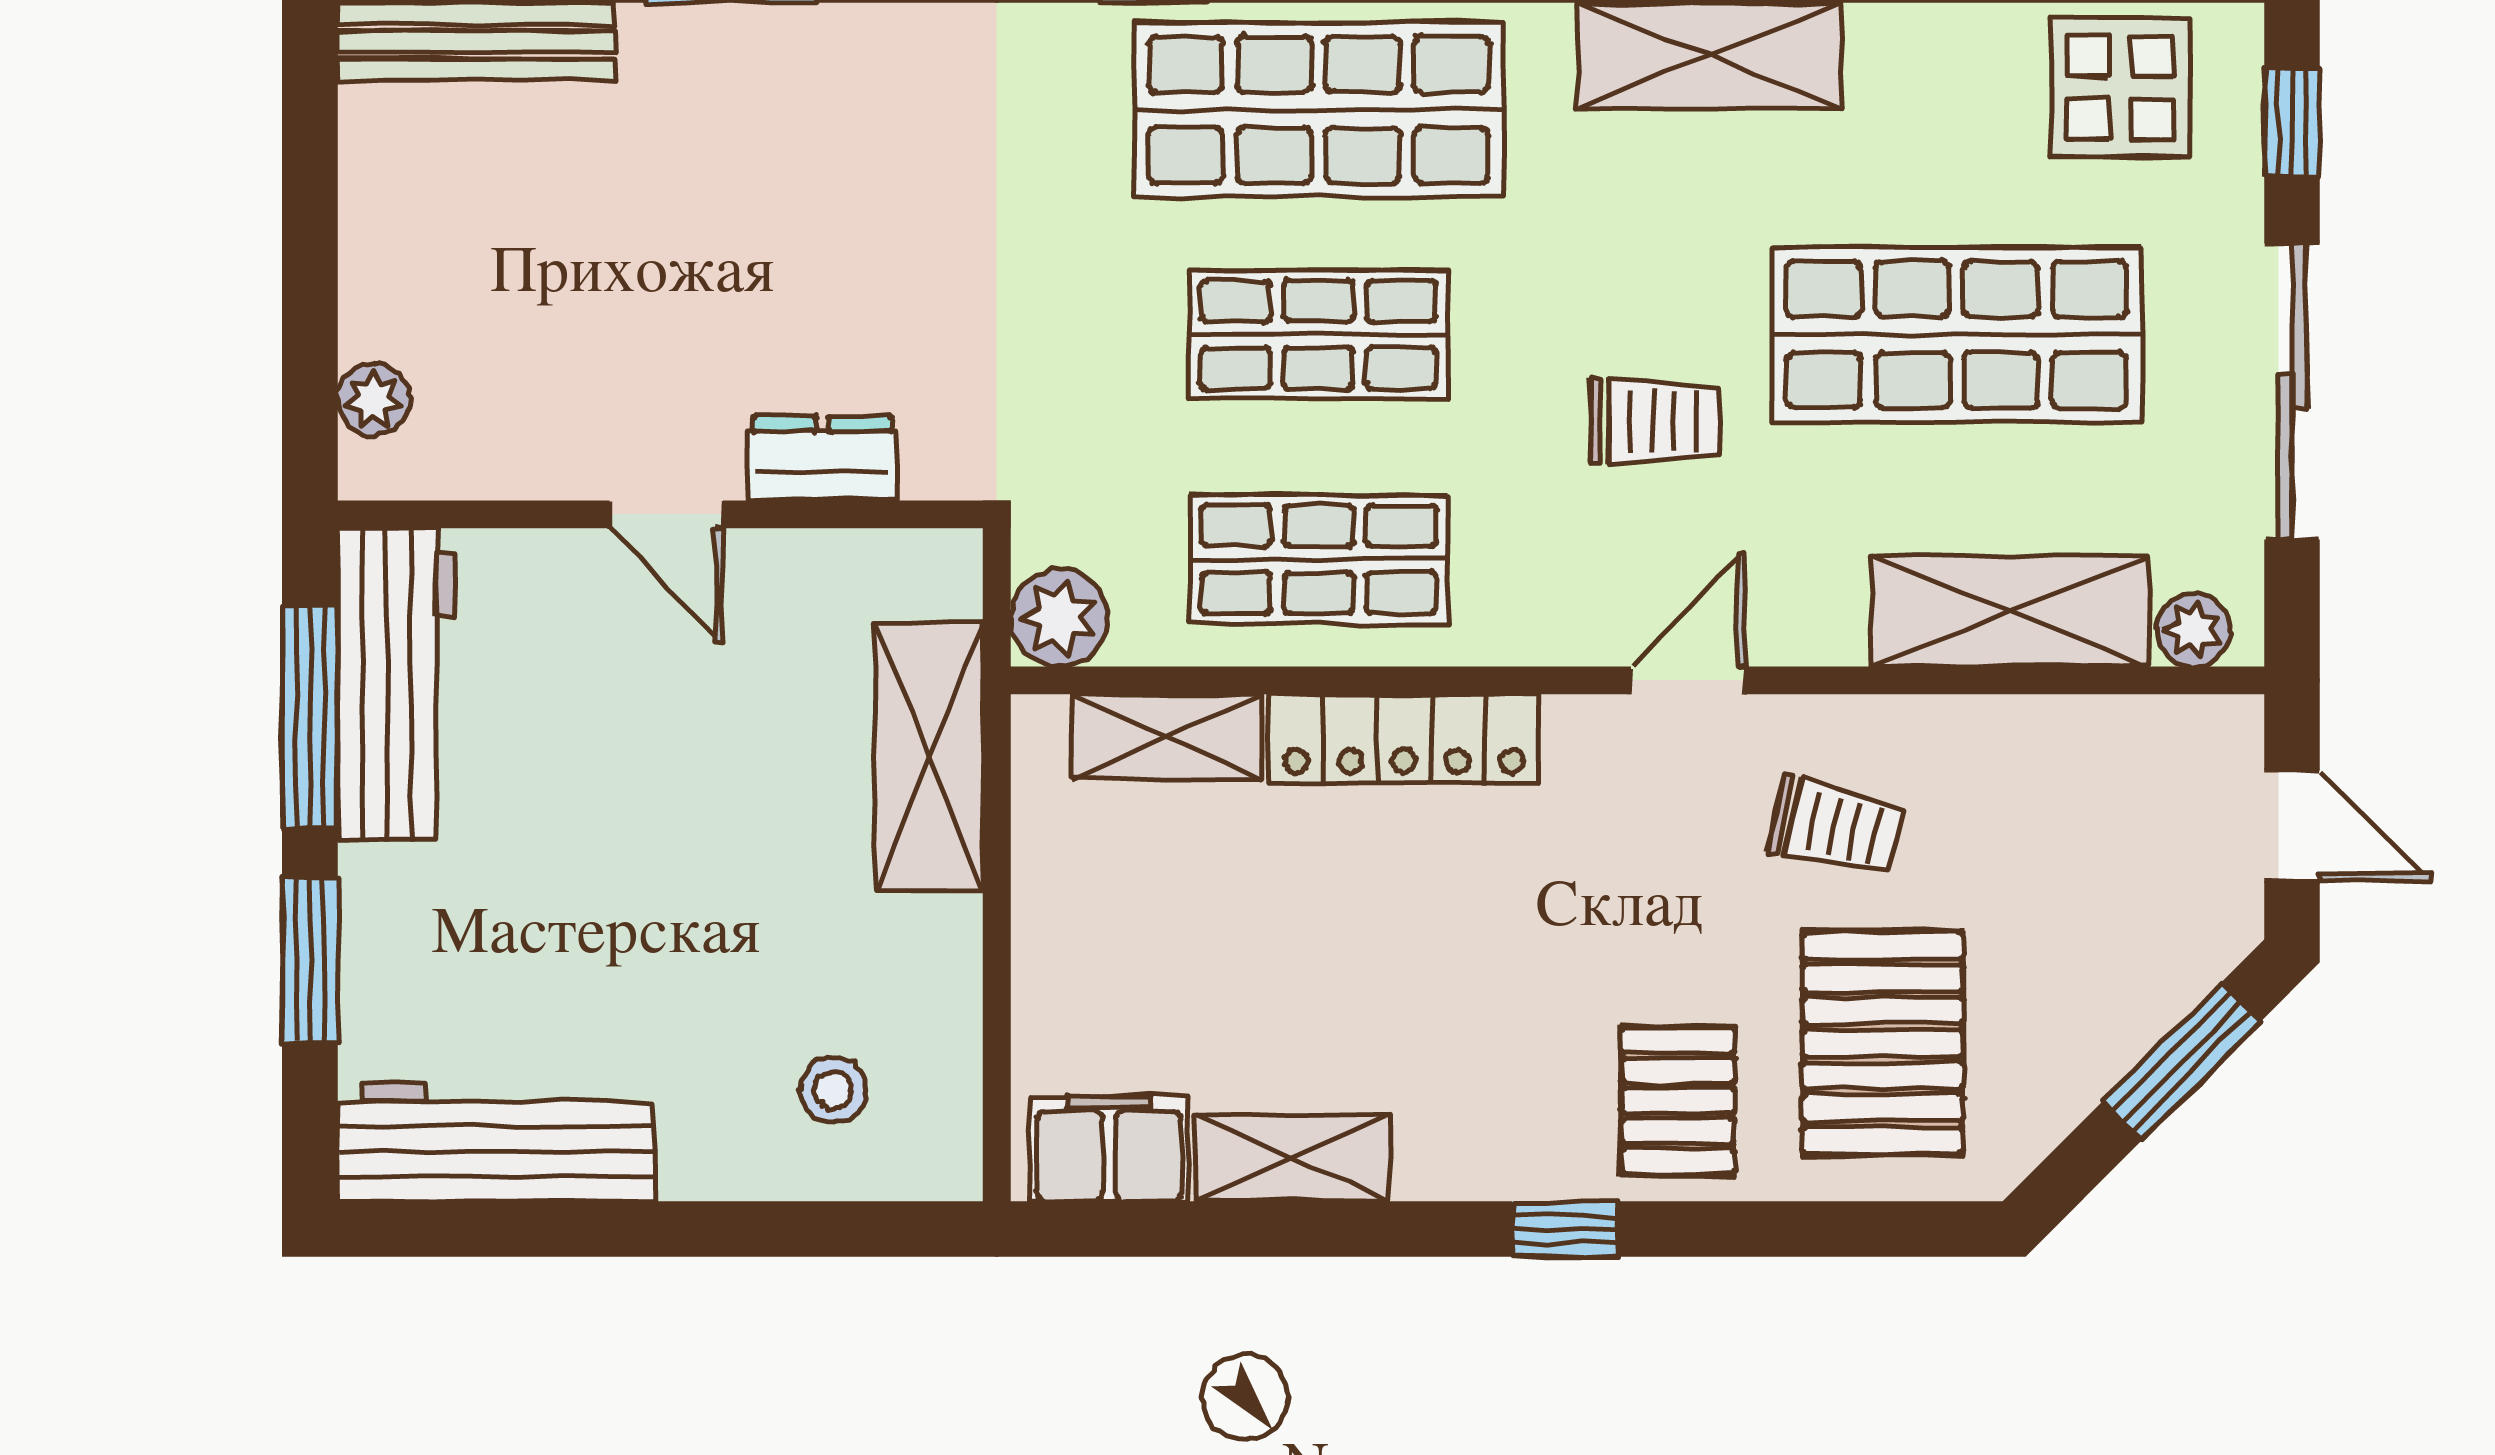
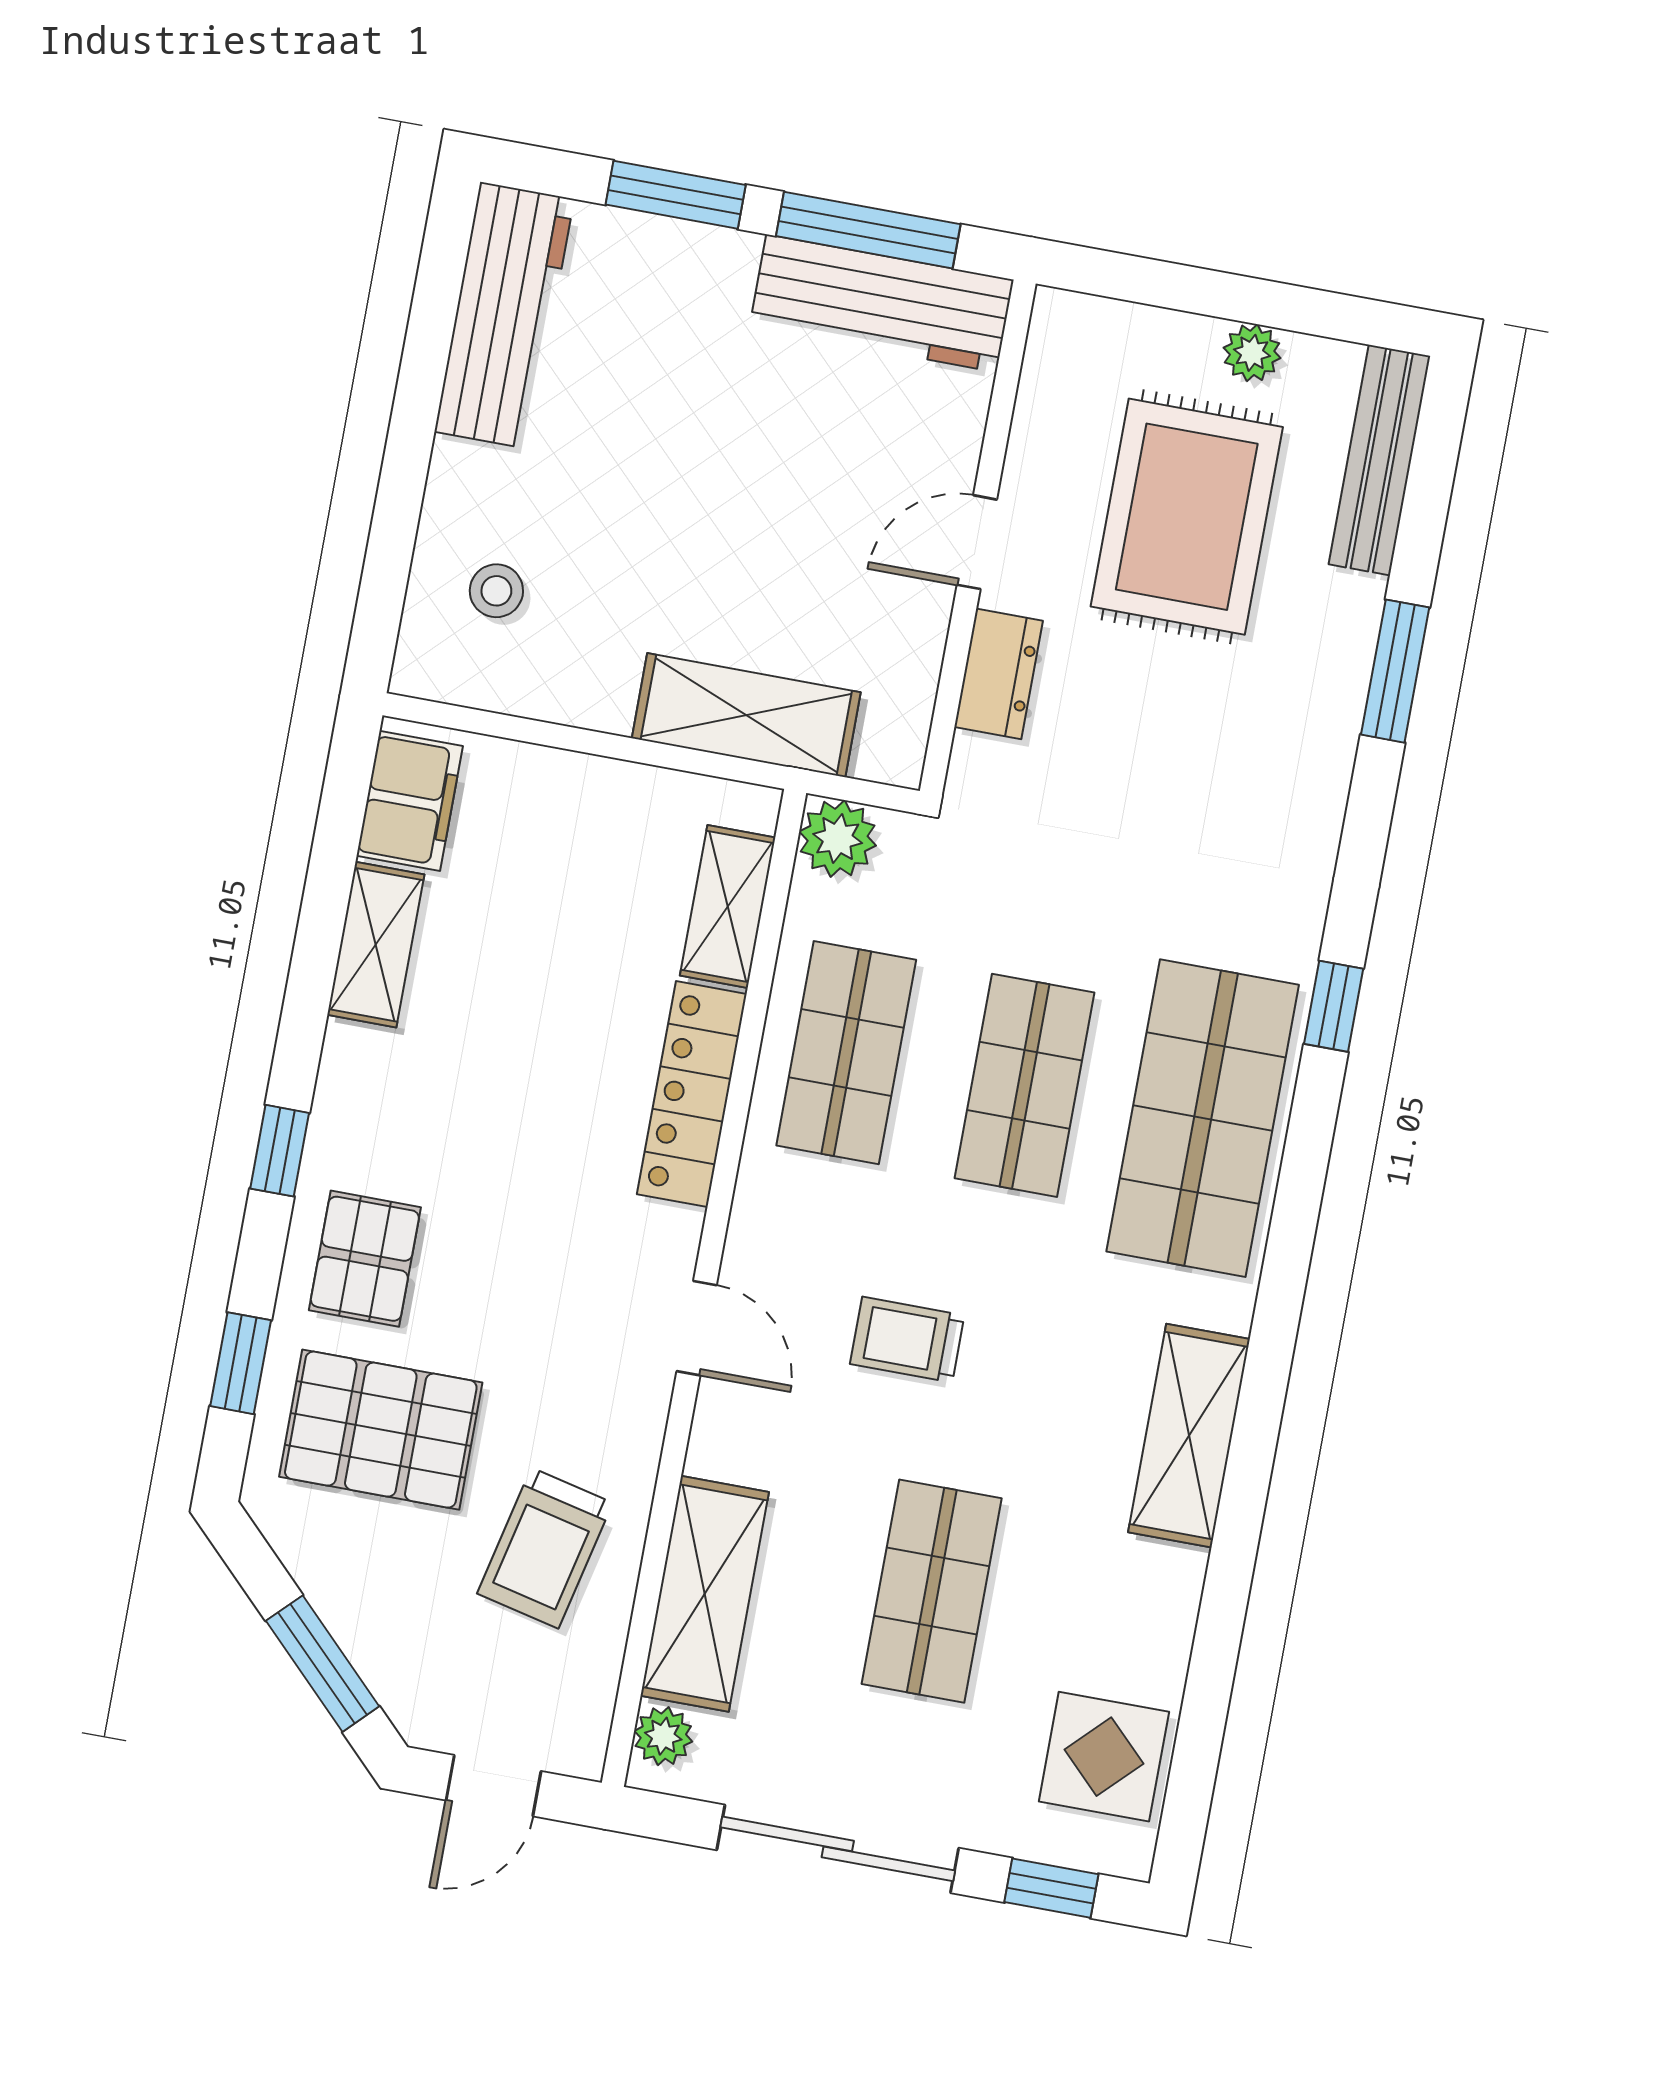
rug: (588, 264) -> (1187, 517), added
shop shelf: (1956, 335) -> (932, 1591), width x0.70, depth x0.74
plant: (374, 400) -> (1252, 353), moved
trolley: (1655, 421) -> (907, 1340), turned 90
trolley: (1835, 827) -> (545, 1548), moved, width x1.36, depth x1.39
pallet: (1678, 1101) -> (365, 1259), turned 90
window: (1833, 1229) -> (241, 1363), added

